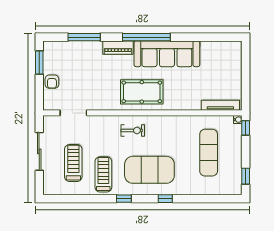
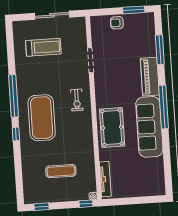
piano: (118, 48) -> (150, 77), width x1.37, depth x1.33
pool table: (142, 92) -> (112, 127), moved
doorway: (73, 113) -> (90, 60), moved
exercise mat: (209, 153) -> (61, 171), width x0.73, depth x0.69
treadmill: (103, 174) -> (35, 76), removed
window: (124, 199) -> (13, 96), width x3.17

